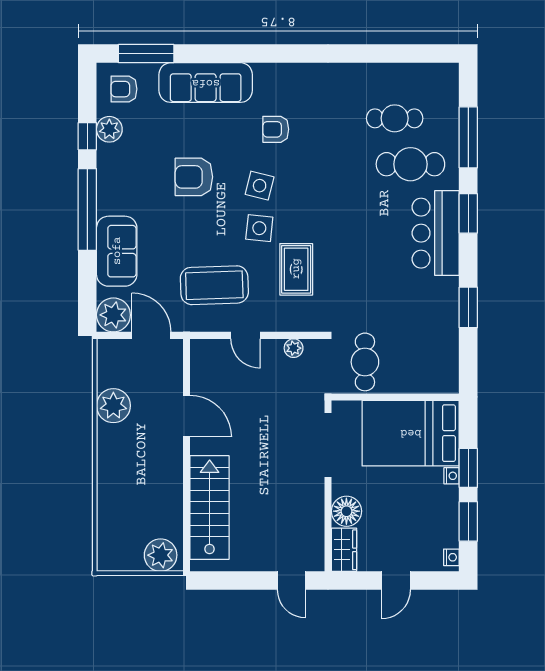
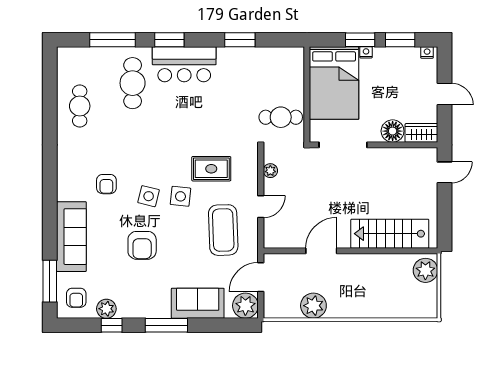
cafe table: (395, 118) -> (80, 106), moved
window: (87, 209) -> (166, 325), width x0.68

